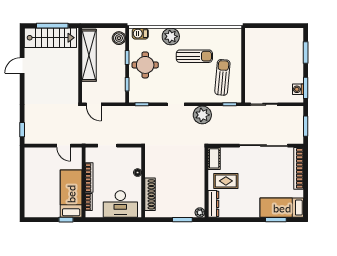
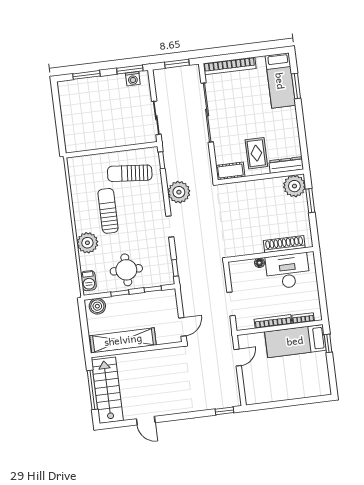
desk: (120, 204) -> (288, 271), moved, turned -90
plant: (200, 212) -> (294, 186), width x1.87, depth x1.87

